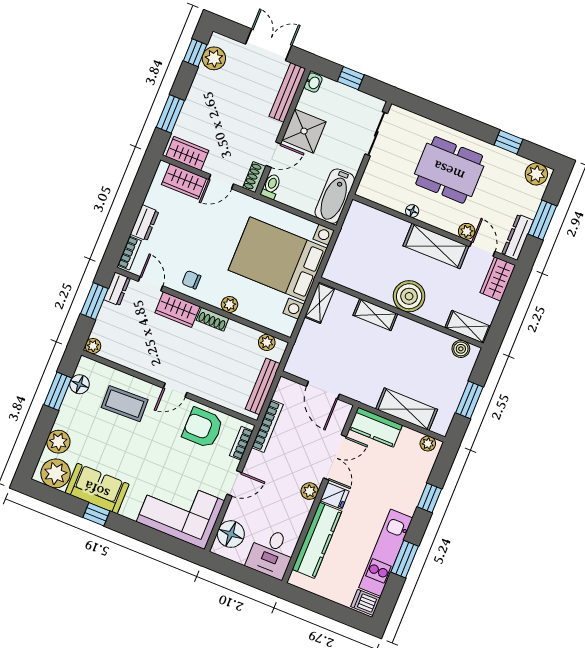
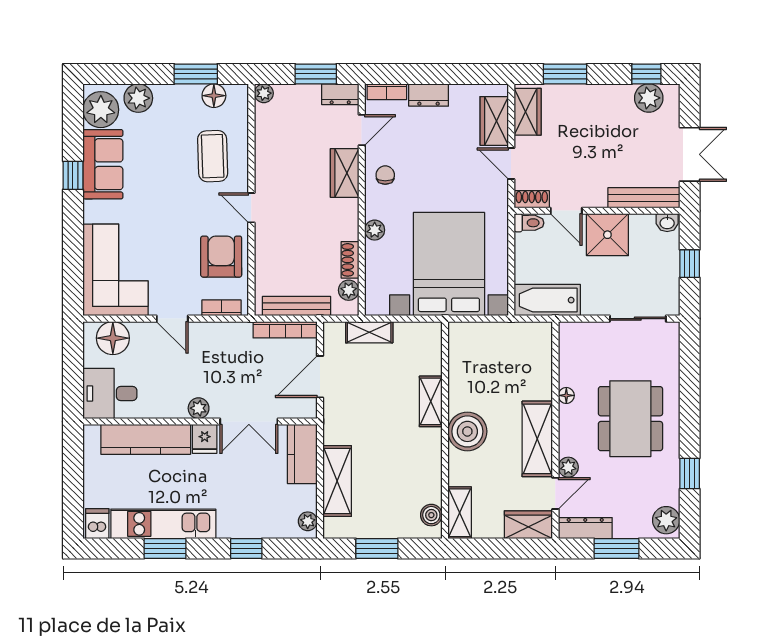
shelving: (320, 303) -> (369, 332), moved
shoe rack: (213, 319) -> (350, 260), moved
bookcase: (267, 426) -> (285, 330), moved

